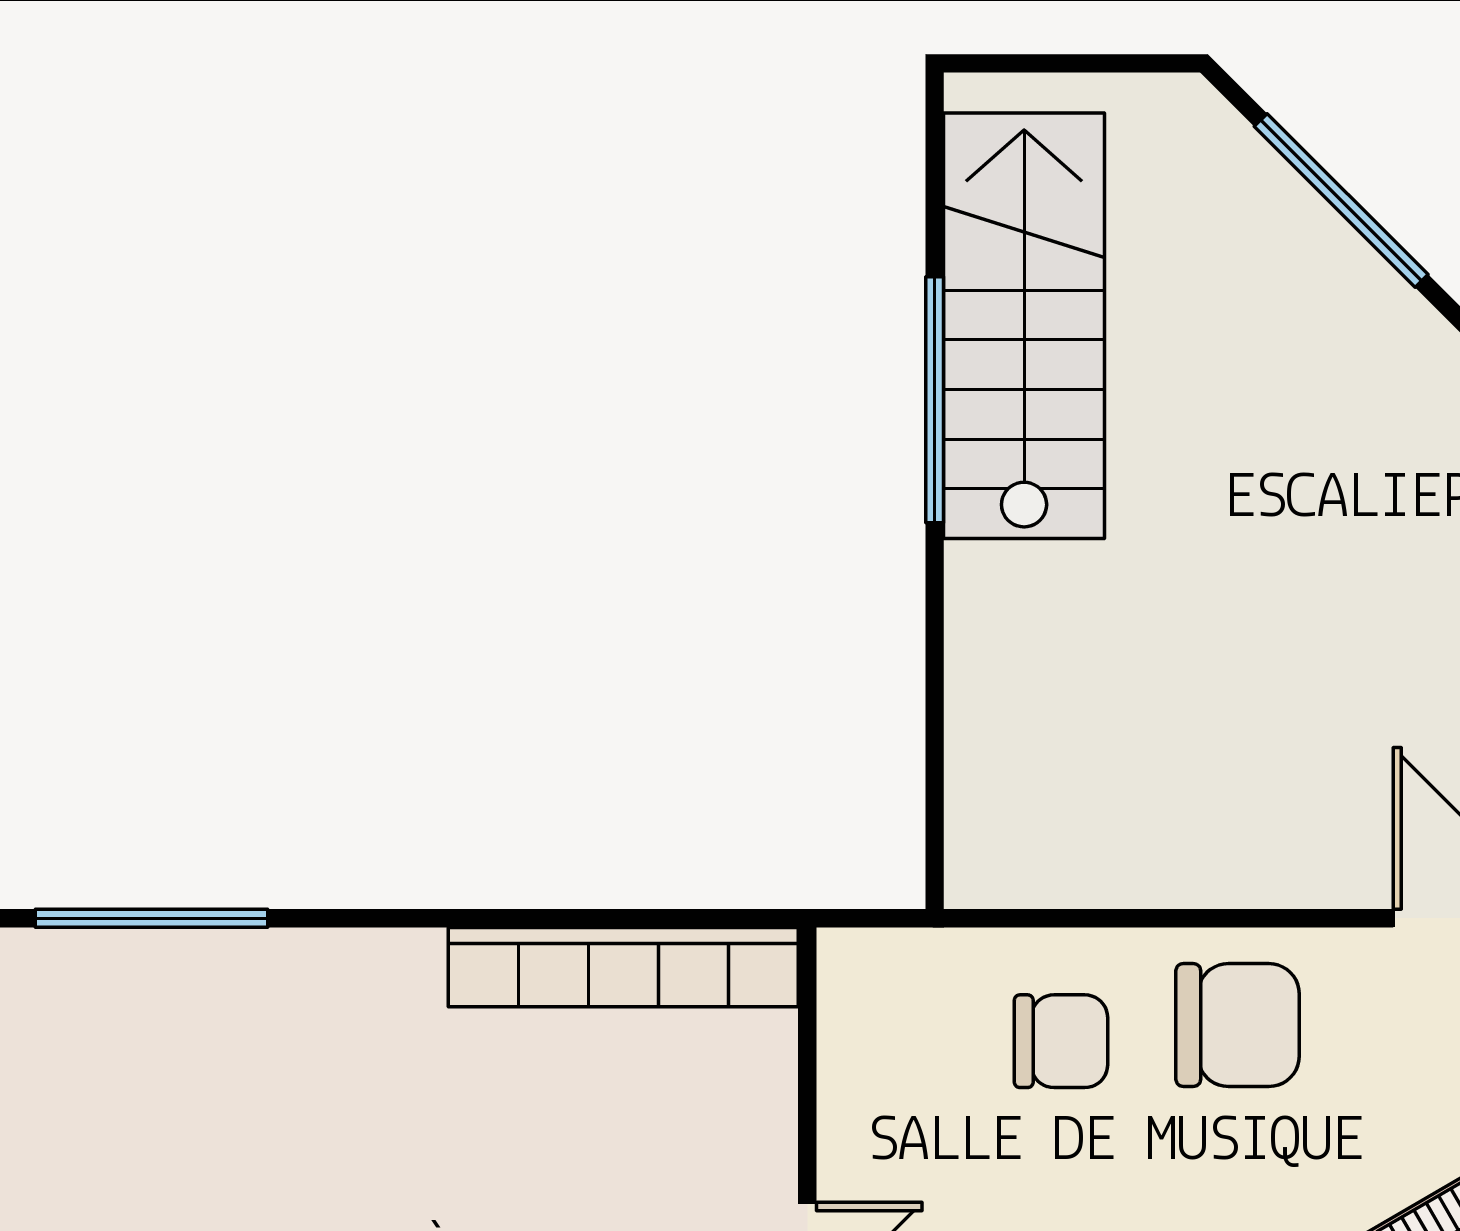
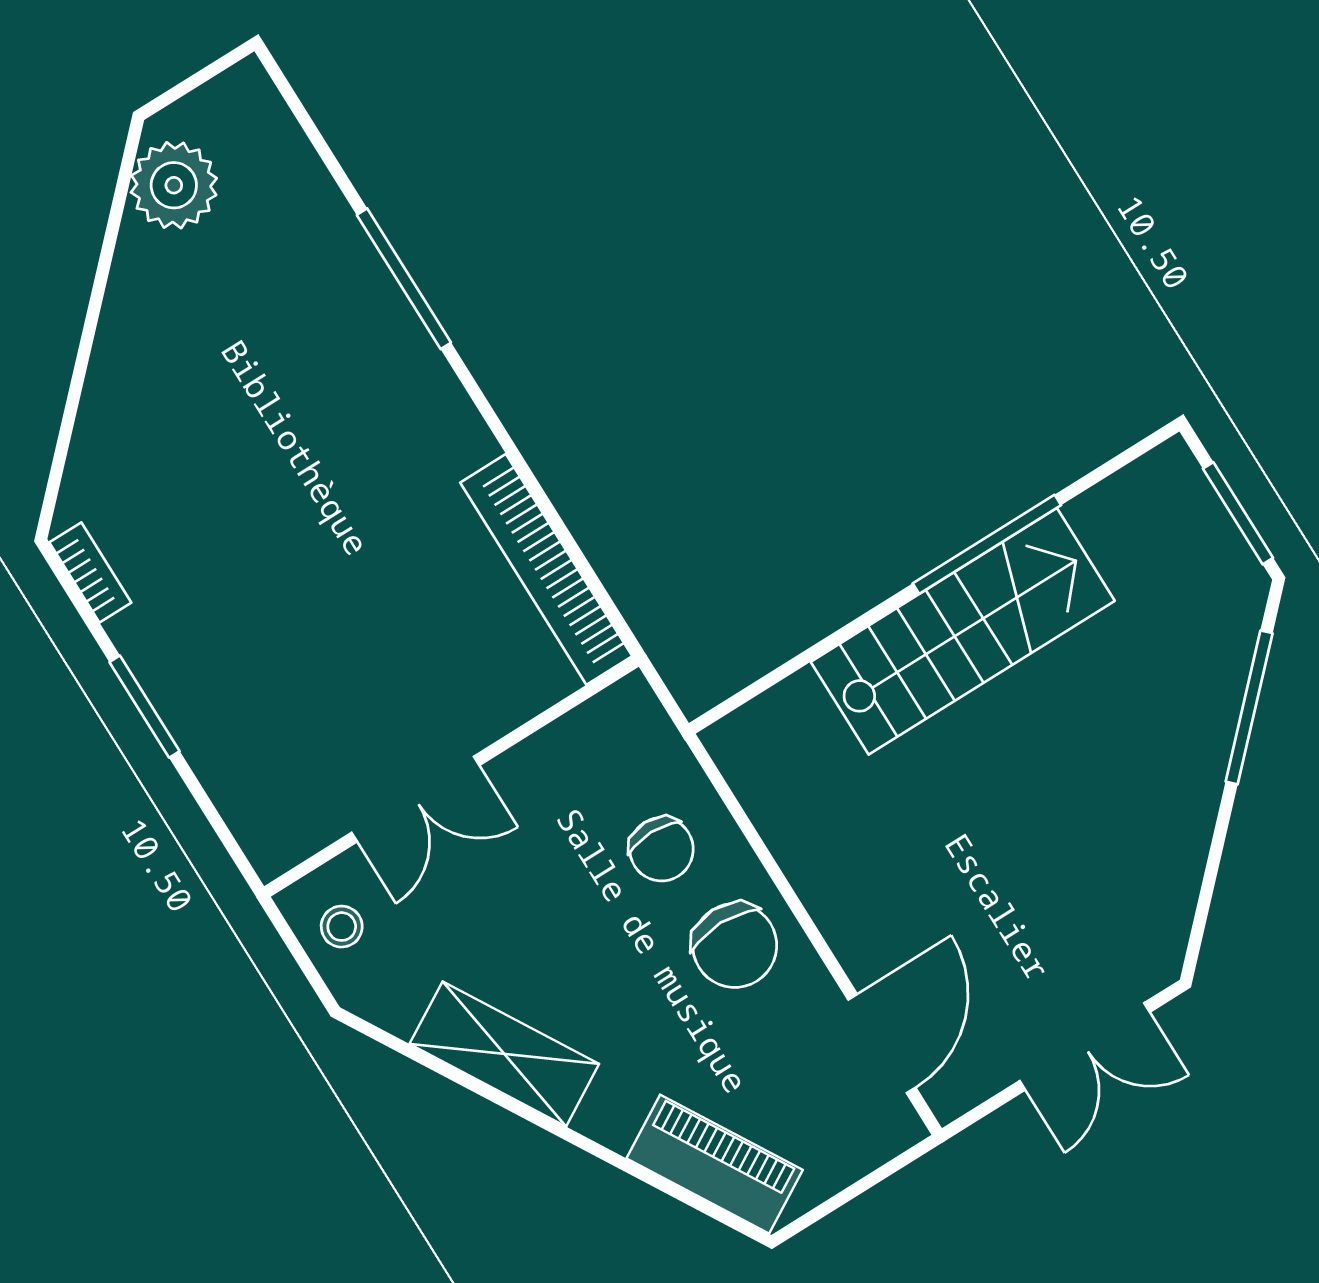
window: (1091, 63) -> (1238, 513), added
stairs: (1024, 326) -> (963, 631), moved

